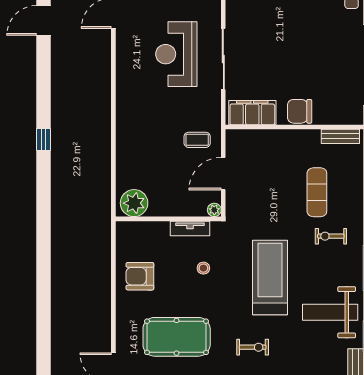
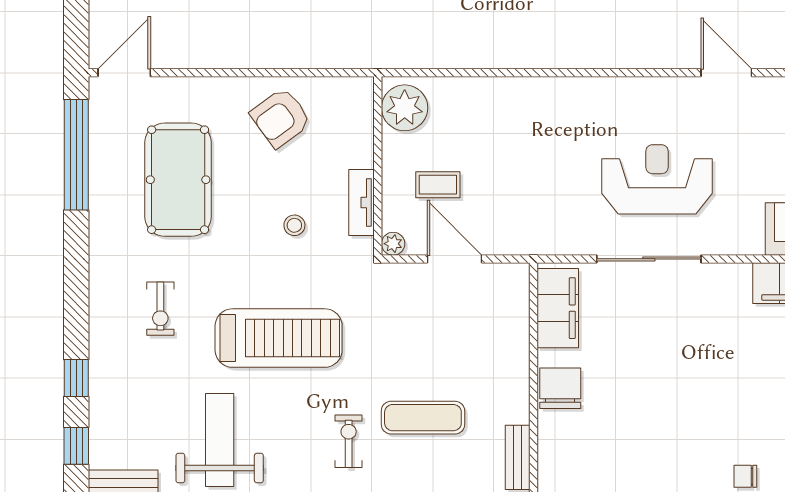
coffee table: (197, 140) -> (438, 185), moved, turned 90
armchair: (140, 276) -> (281, 118), turned -126

